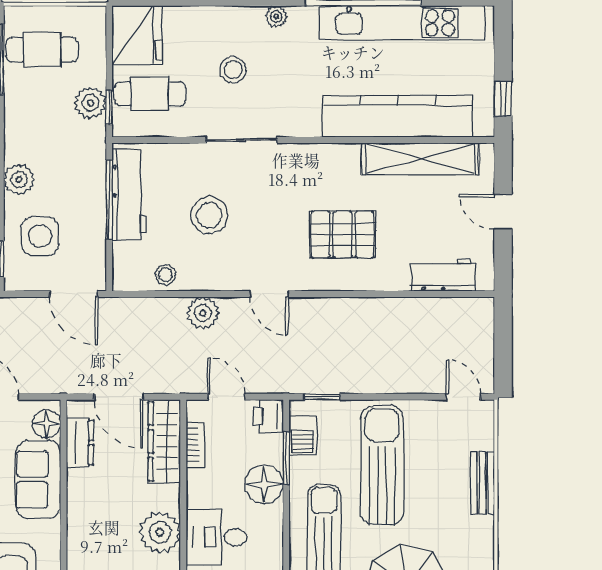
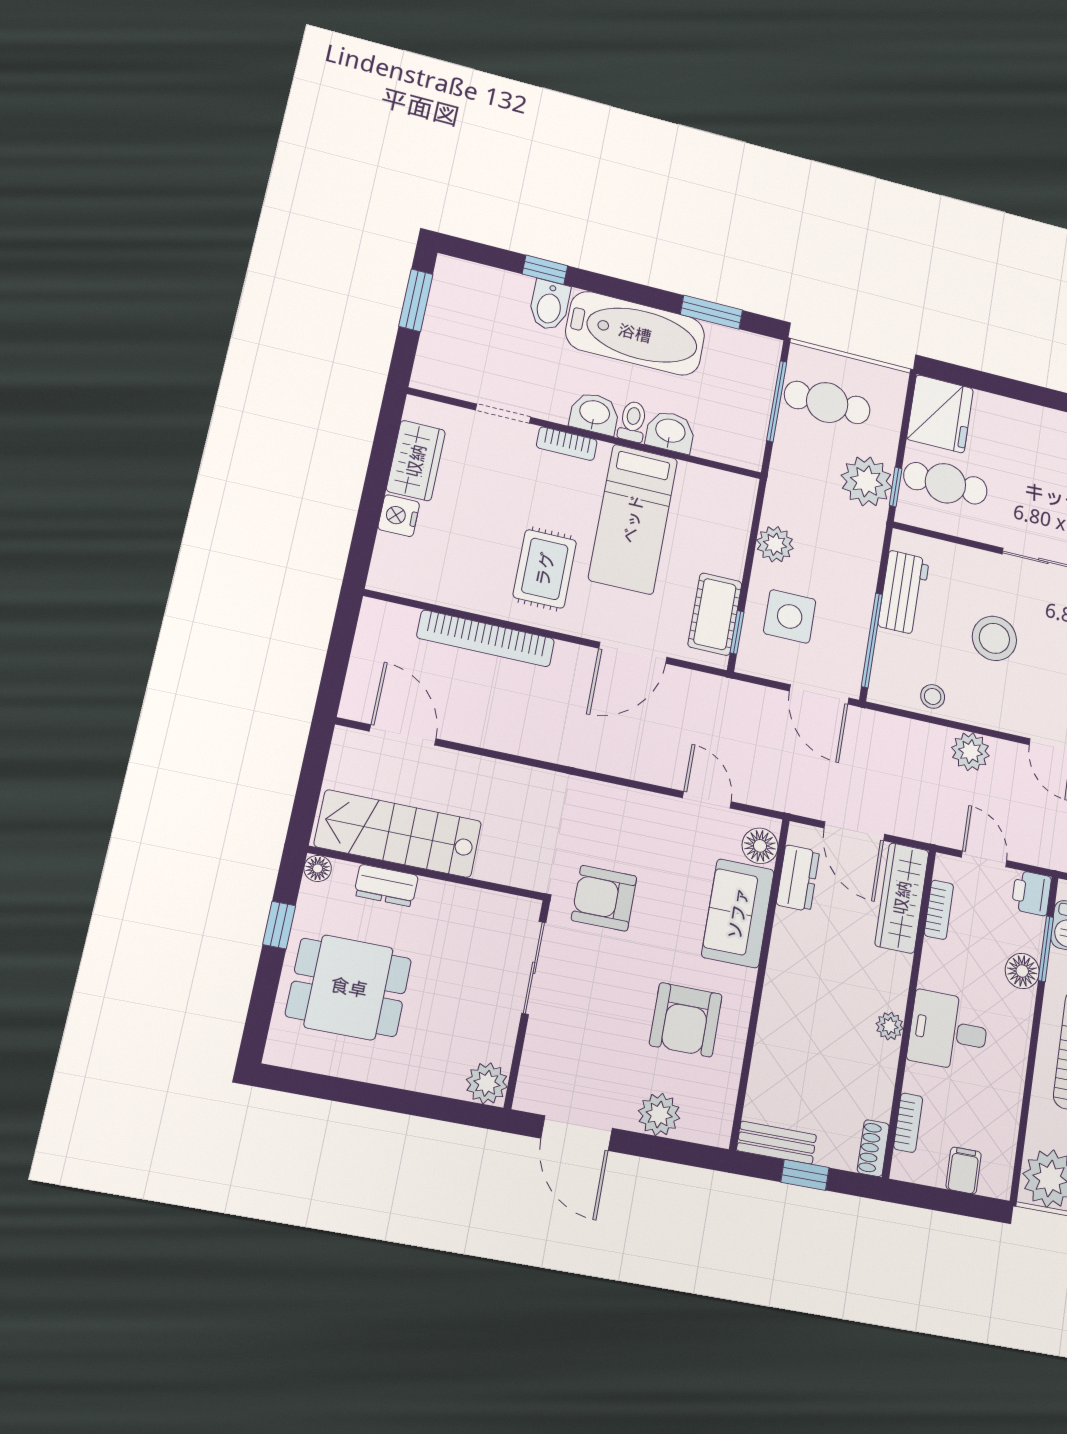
stool: (233, 70) -> (1045, 480), removed
plant: (90, 103) -> (867, 481), width x1.36, depth x1.36
workbench: (129, 195) -> (904, 593), width x0.73
window: (109, 199) -> (872, 640), moved
floor lamp: (264, 484) -> (1022, 971), width x0.73, depth x0.73
plant: (160, 532) -> (890, 1026), width x0.53, depth x0.53

